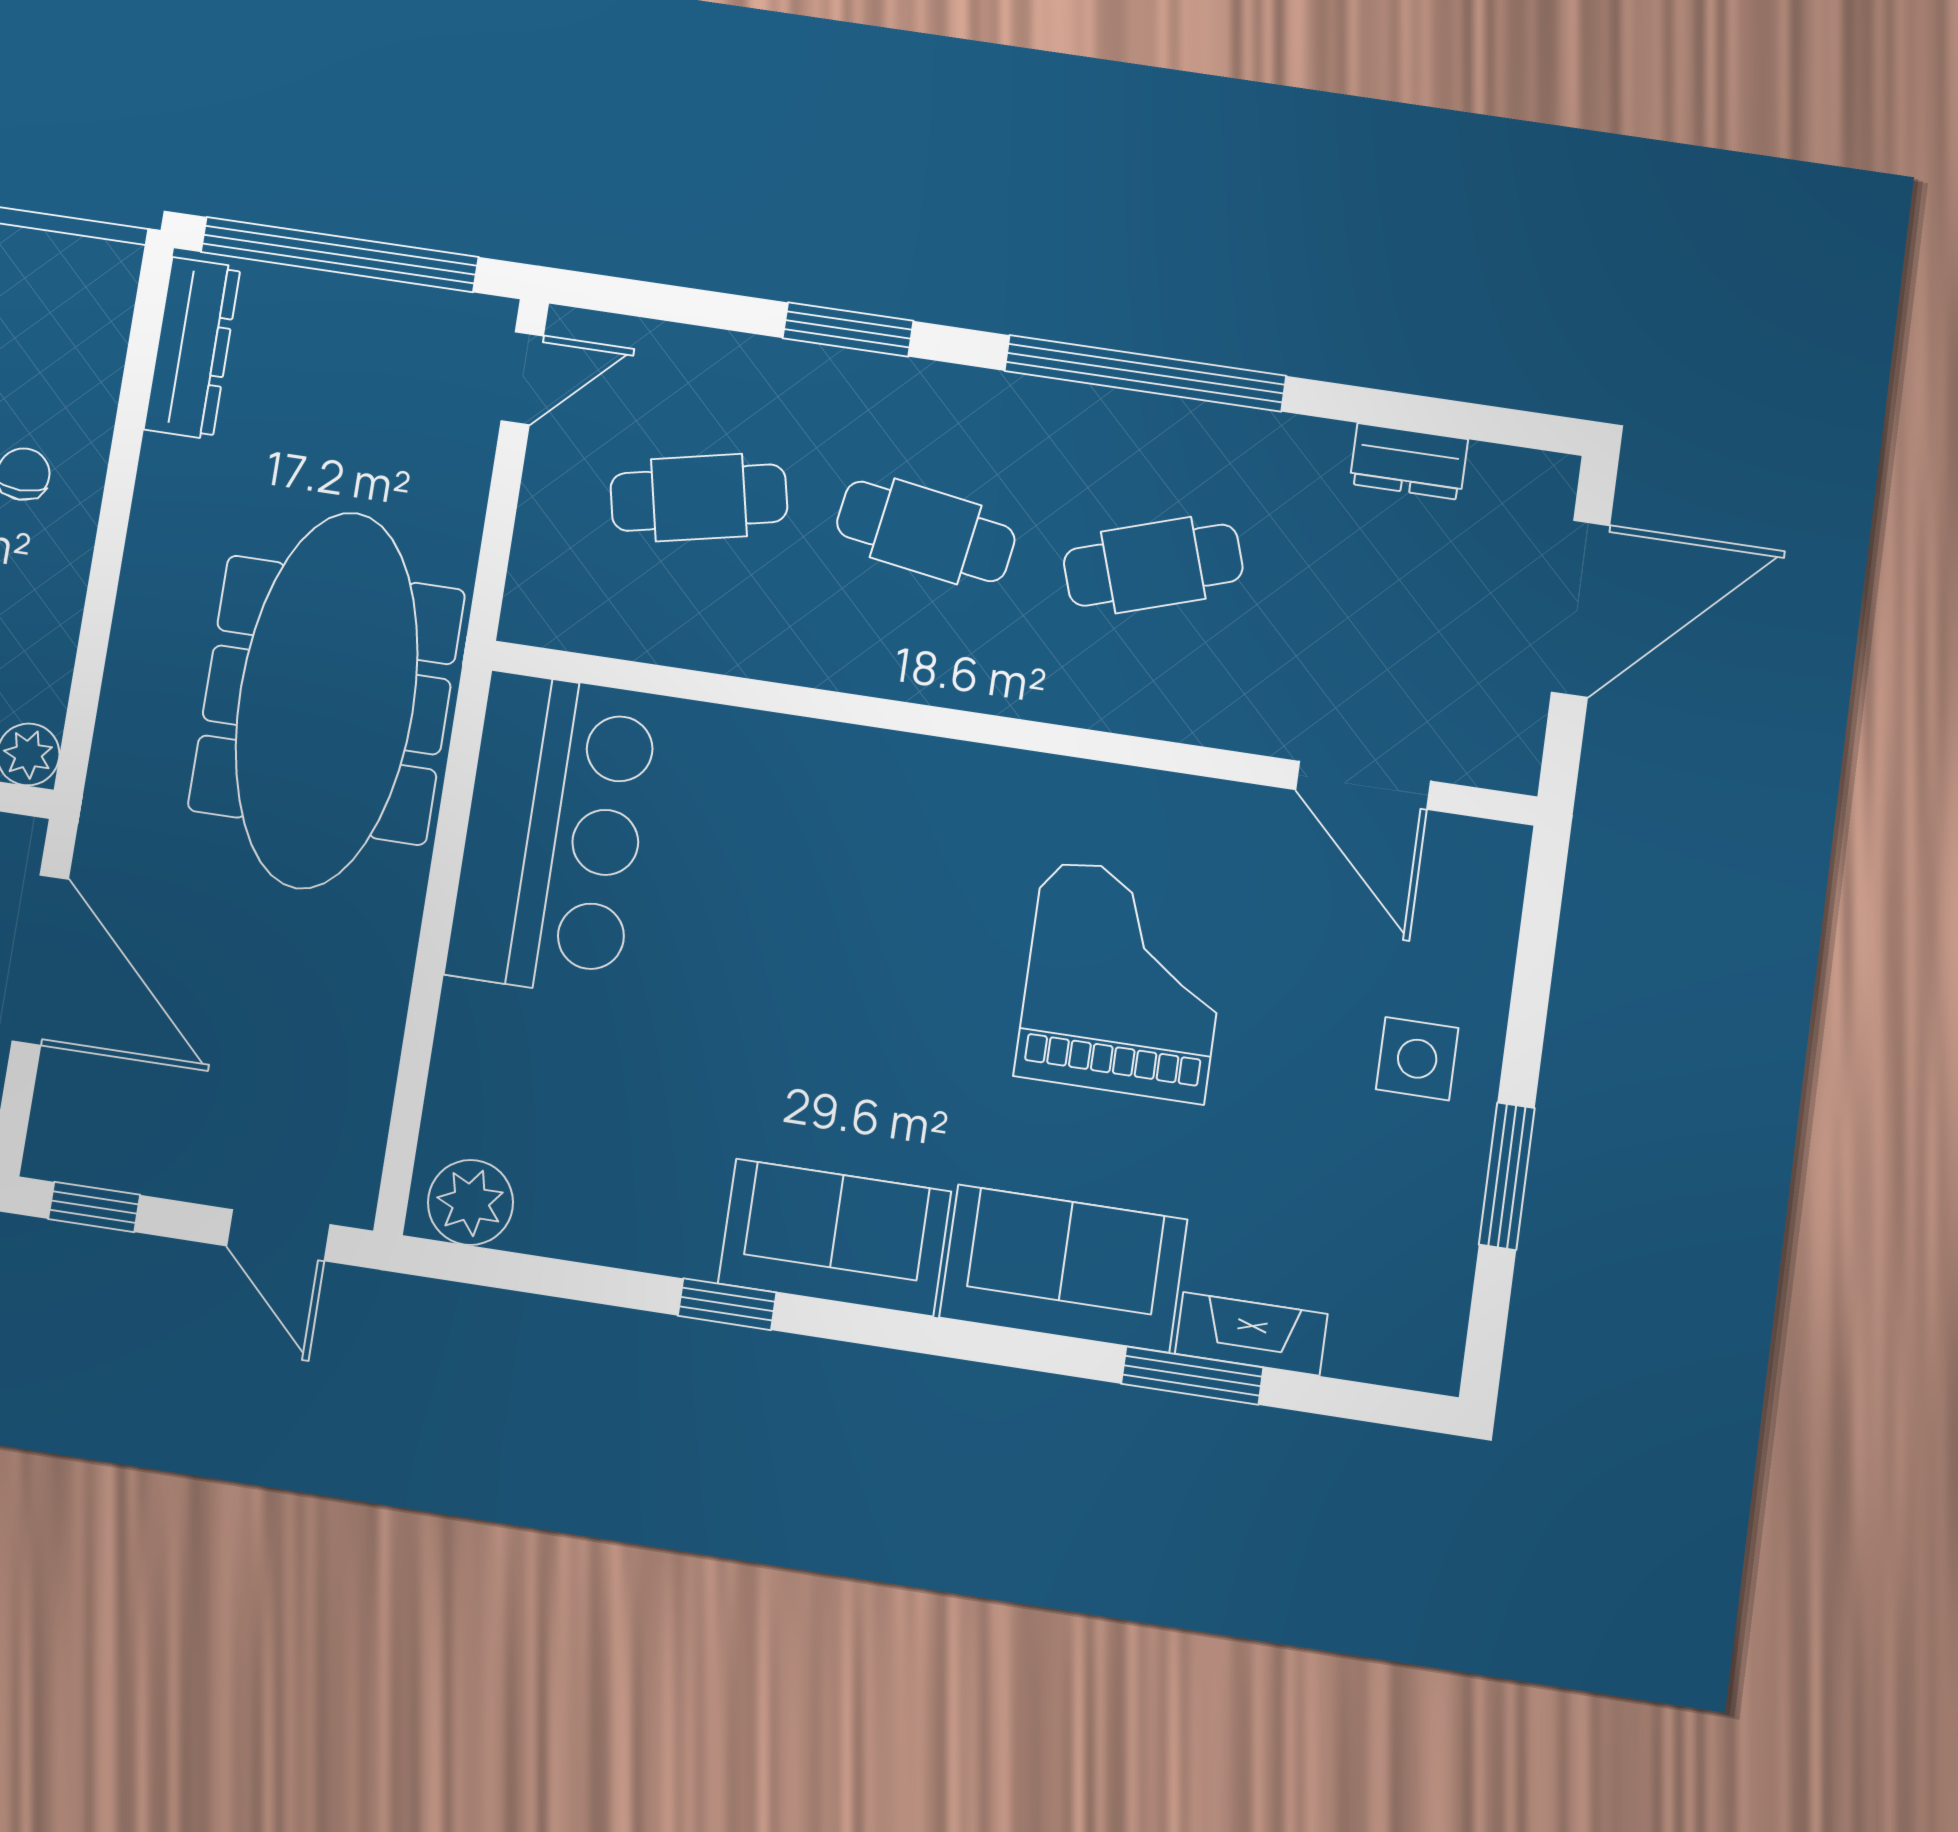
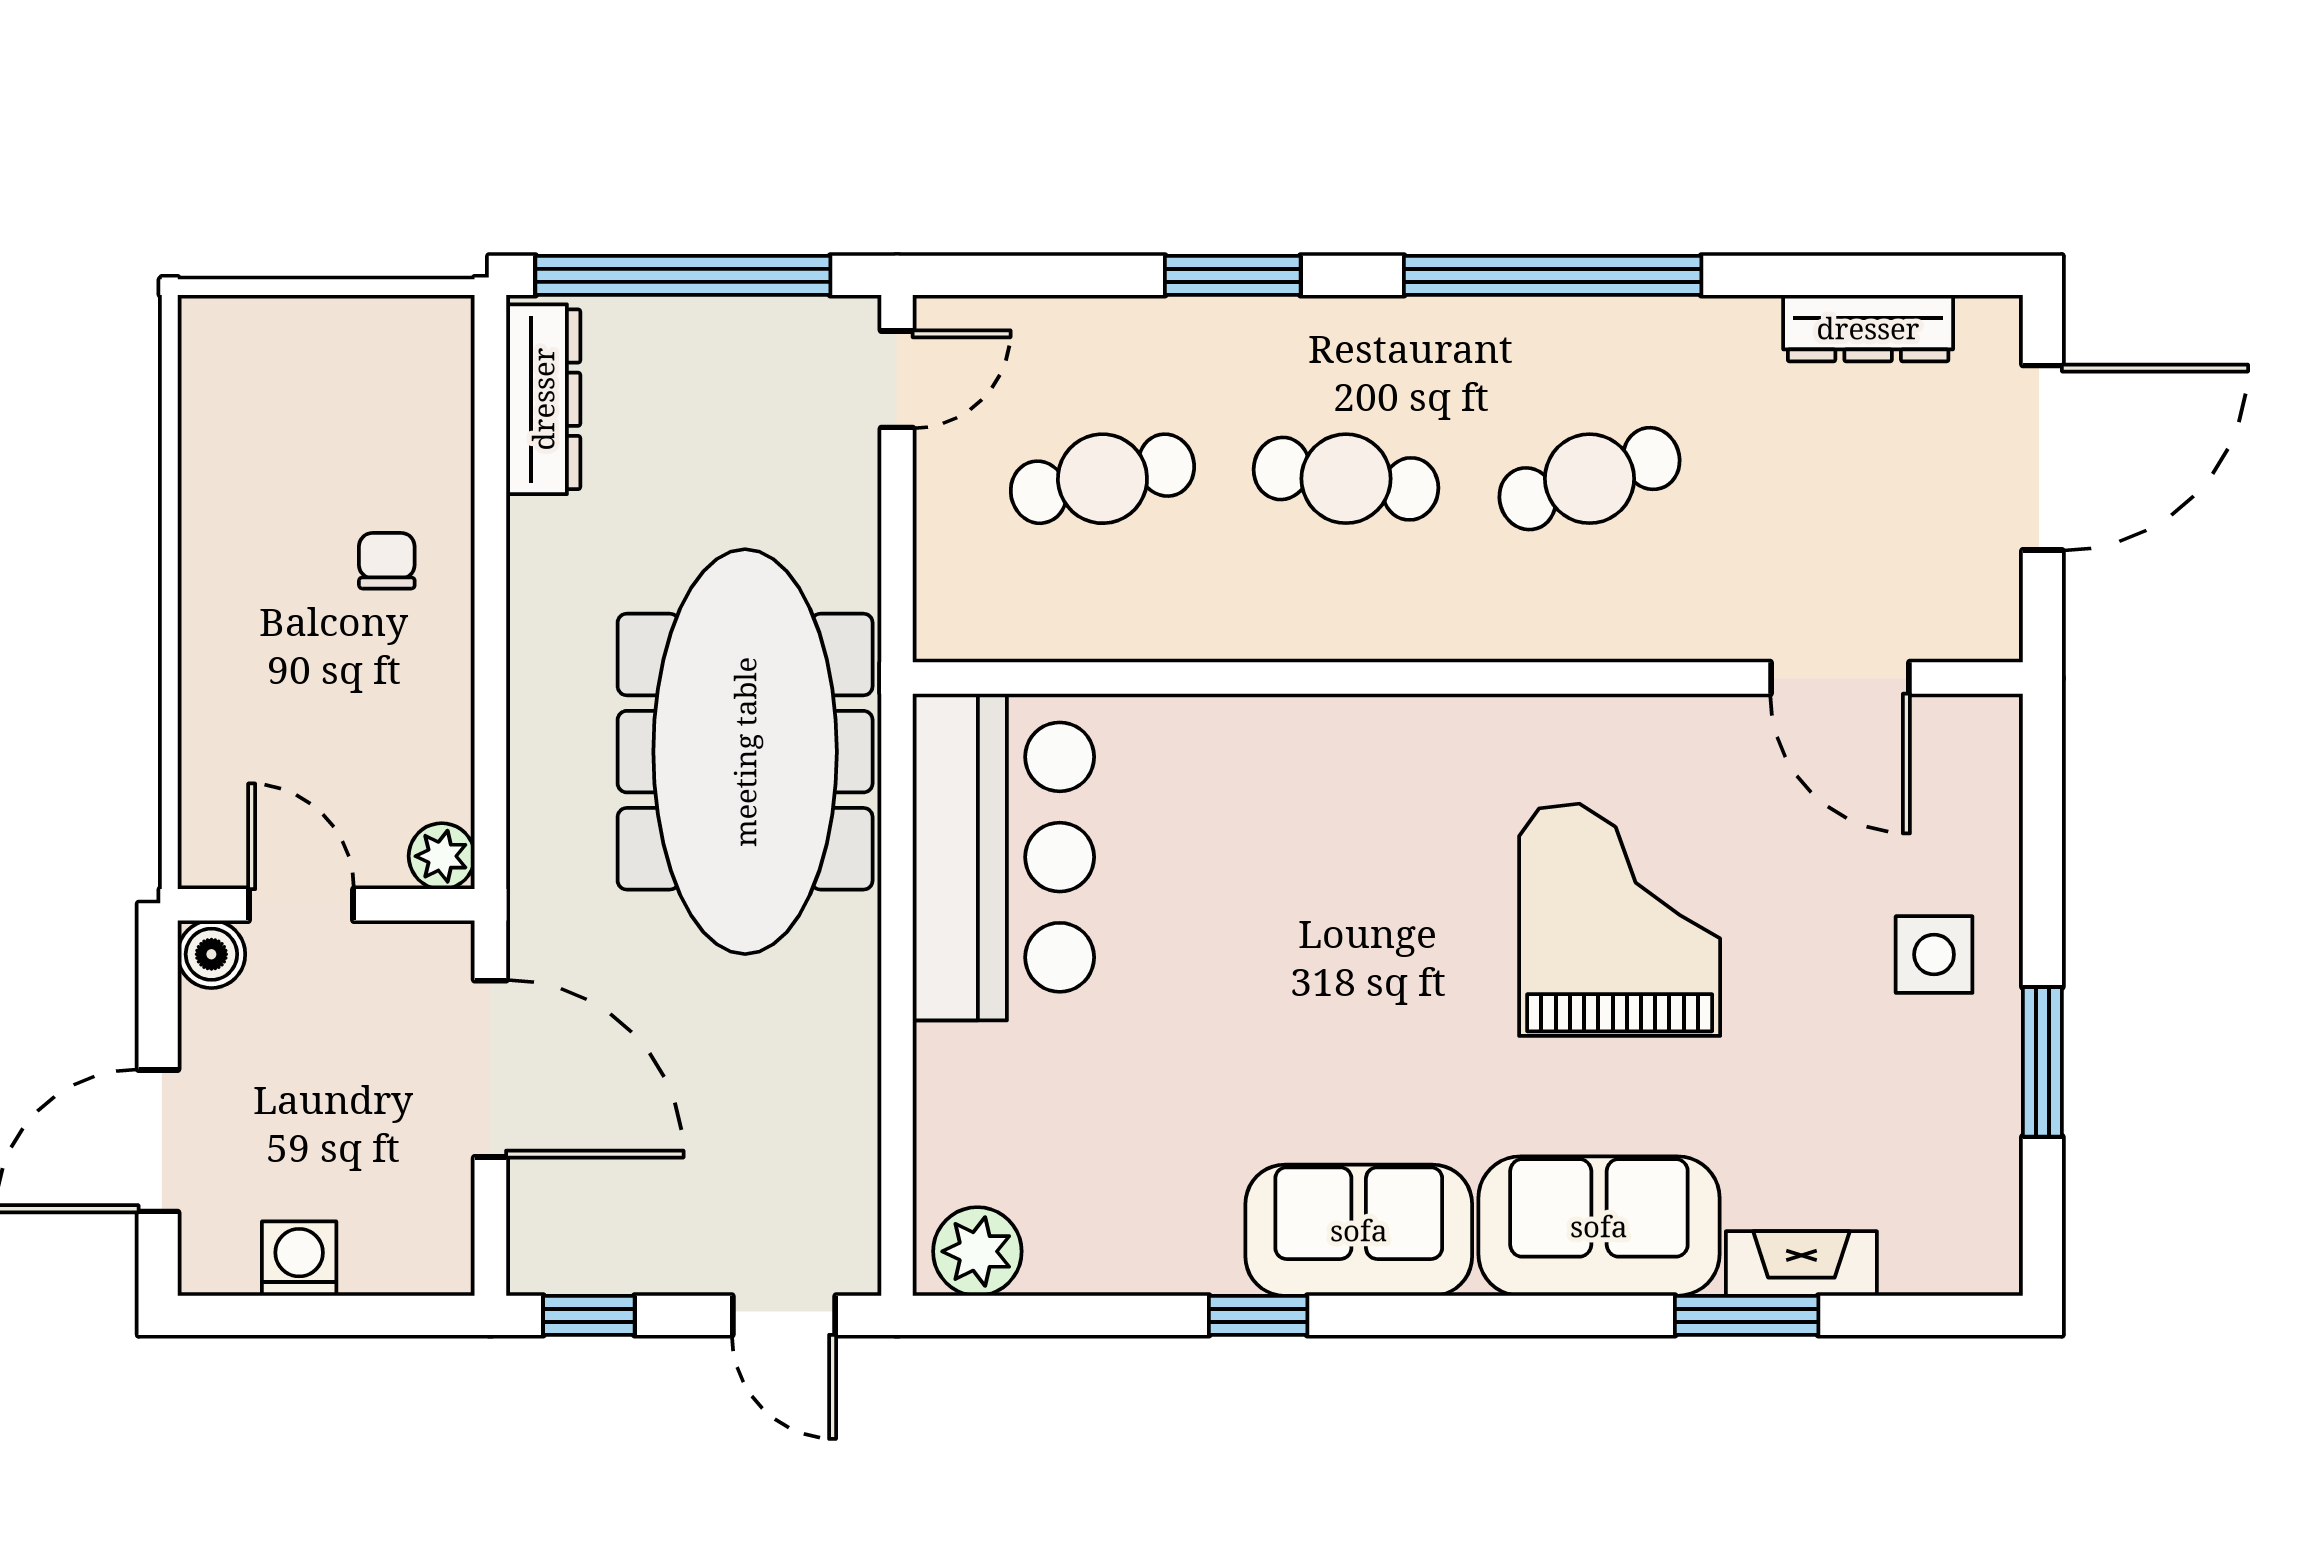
dresser: (1409, 462) -> (1868, 328), width x1.44

